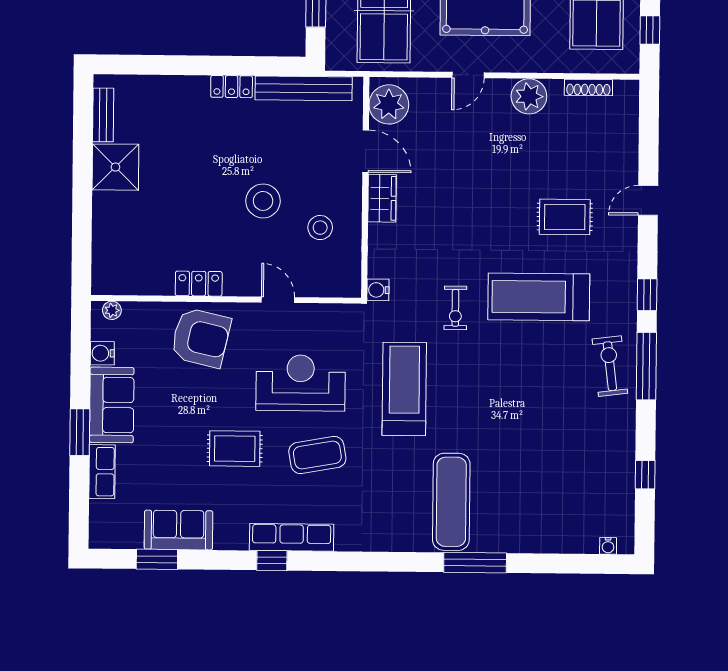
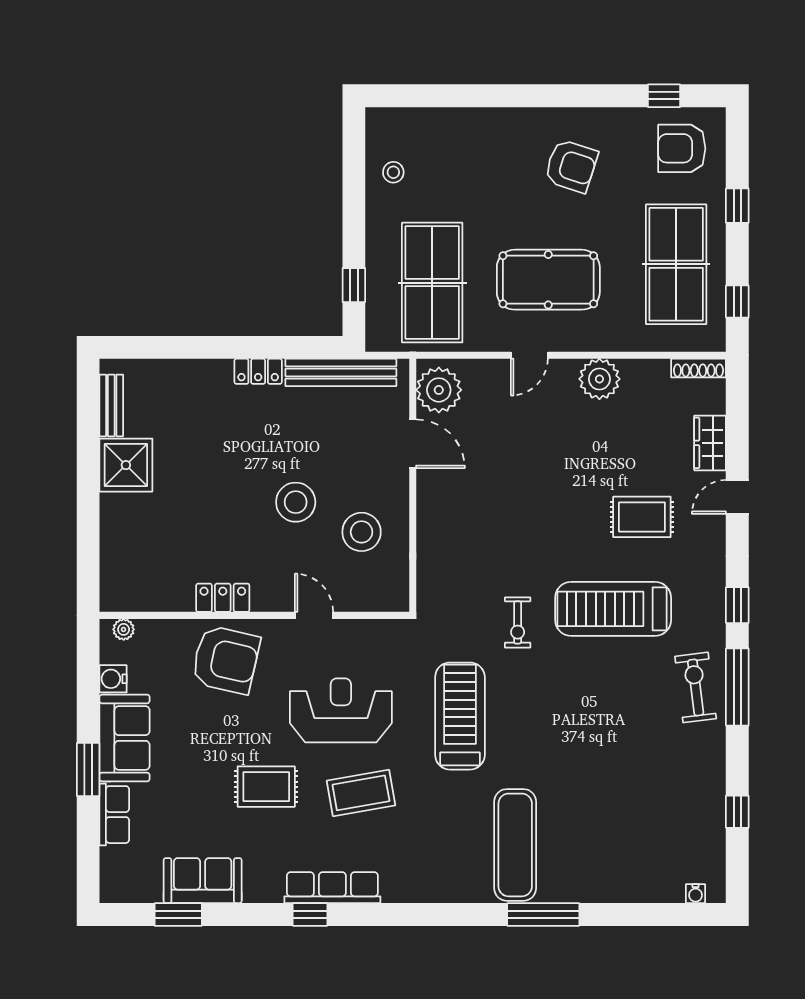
shoe rack: (588, 87) -> (698, 368), moved
wardrobe: (382, 198) -> (710, 443), moved, turned 180
stool: (320, 228) -> (362, 532), width x1.38, depth x1.38
water cooler: (378, 290) -> (429, 603), removed

